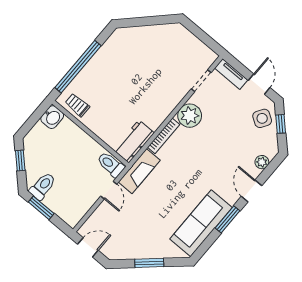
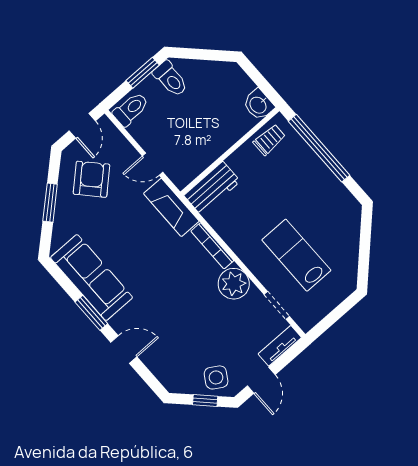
lab bench: (161, 72) -> (296, 255), added
door: (259, 84) -> (261, 380), hinge flipped
workbench: (134, 141) -> (212, 188), moved, turned 90
window: (20, 160) -> (208, 55), removed
plant: (262, 162) -> (159, 368), removed
toilet: (111, 164) -> (131, 109), moved
armchair: (127, 234) -> (92, 179), added

